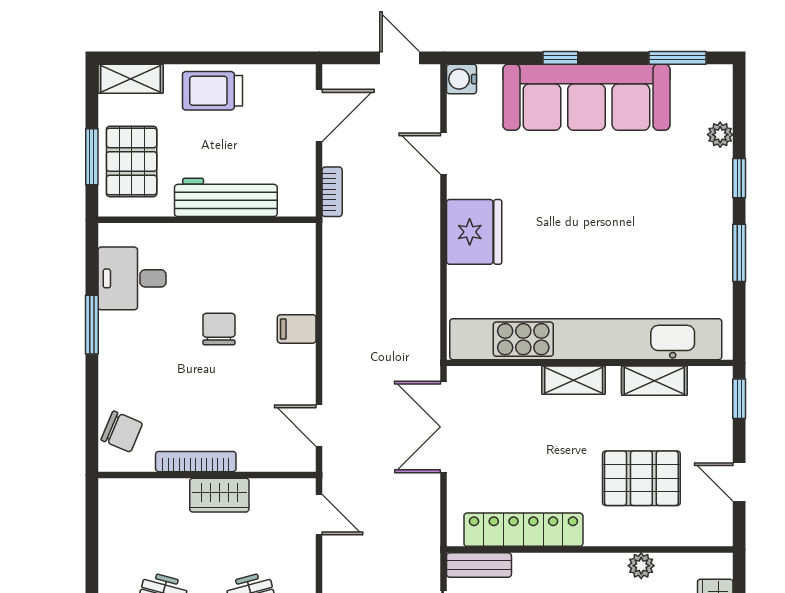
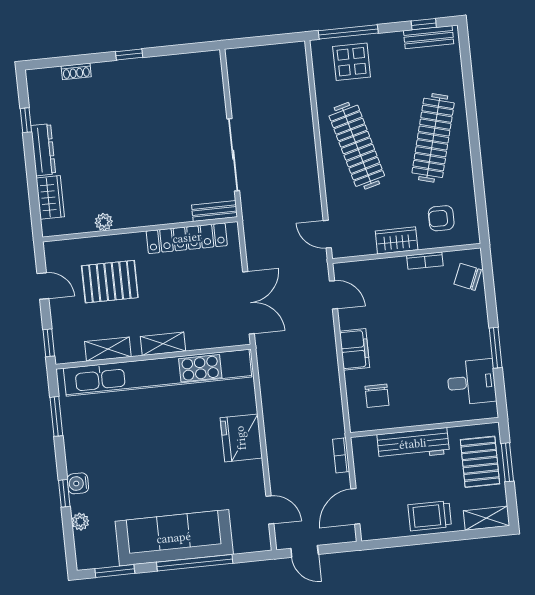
window: (560, 58) -> (195, 563), width x3.17
water cooler: (461, 79) -> (78, 483), moved, turned 180
trolley: (213, 91) -> (430, 516), turned 180
door: (443, 154) -> (270, 510), moved
window: (739, 253) -> (56, 416), moved
chair: (219, 329) -> (377, 396), moved
filing cabinet: (297, 329) -> (355, 349), width x2.00
bookcase: (196, 462) -> (425, 261), width x0.64
armchair: (151, 521) -> (441, 218), added

